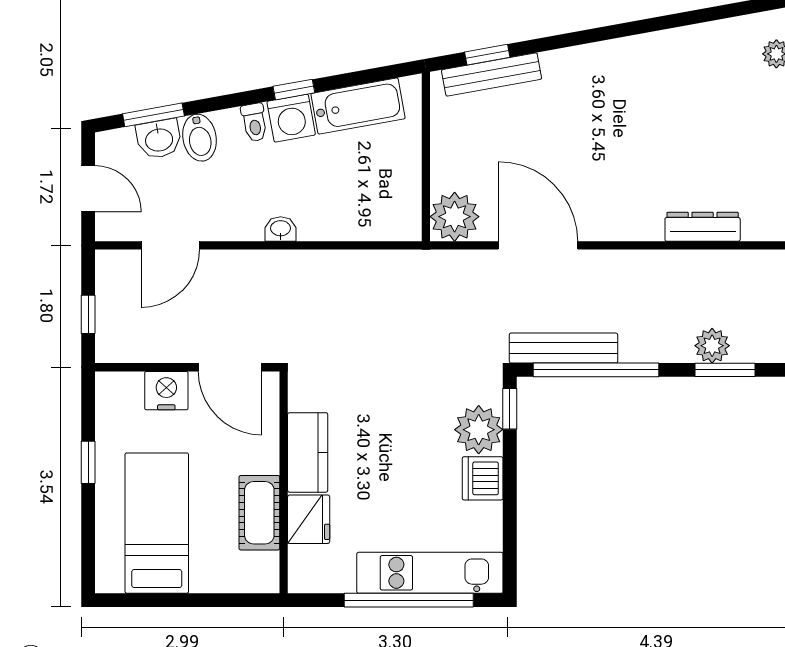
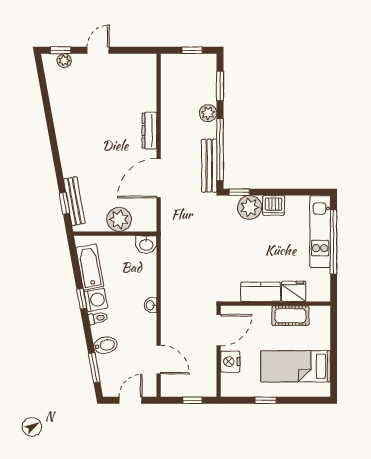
washbasin: (159, 139) -> (146, 244), moved, turned 100
plant: (455, 217) -> (119, 219), moved
dresser: (703, 227) -> (149, 131), moved
plant: (712, 346) -> (208, 113), moved

